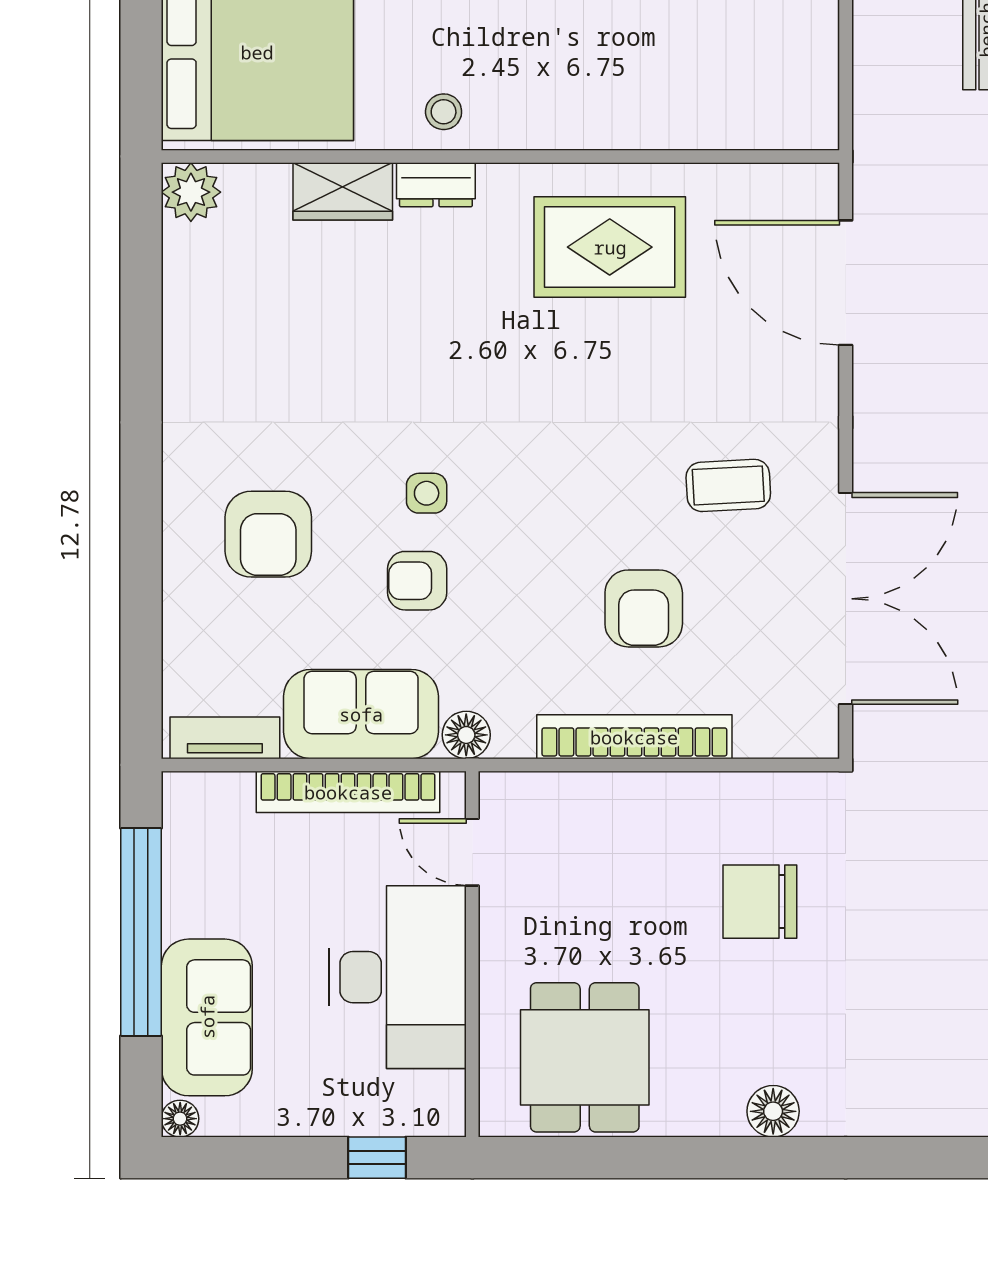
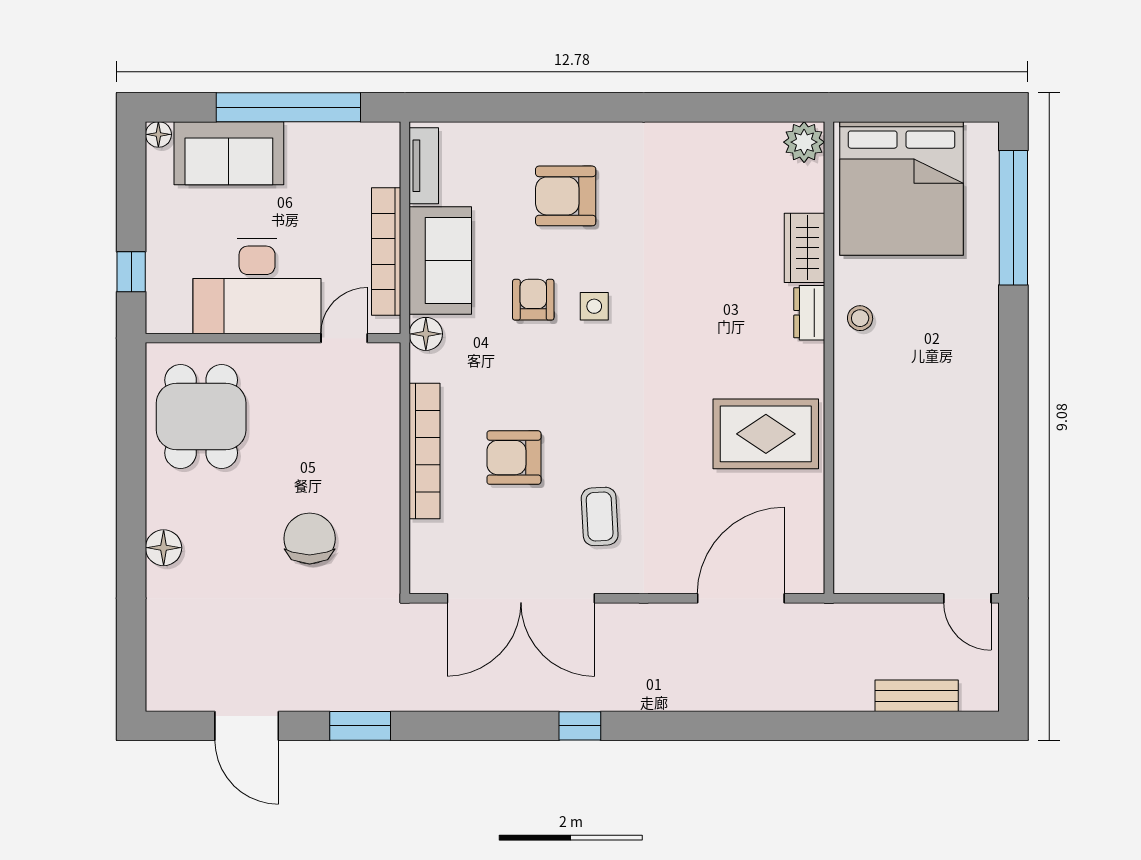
rug: (610, 247) -> (766, 434), turned 90
dining table: (585, 1057) -> (201, 416), turned 90

